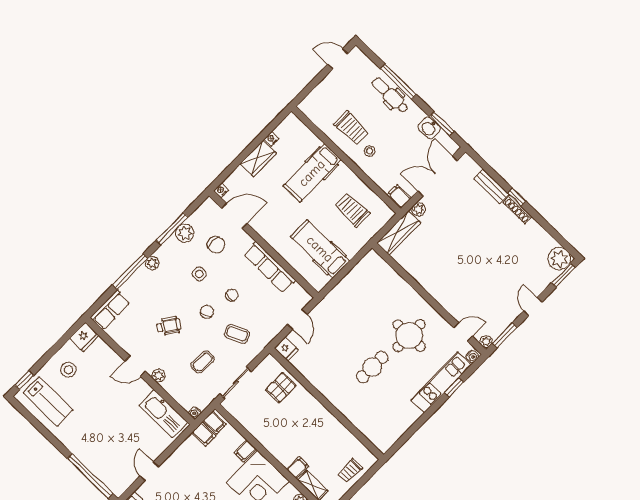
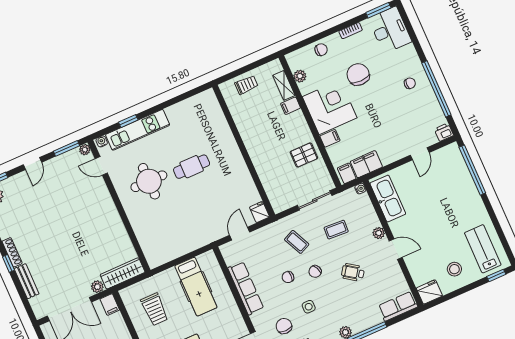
pallet: (281, 388) -> (304, 155), moved
filing cabinet: (204, 434) -> (366, 164), width x2.00

